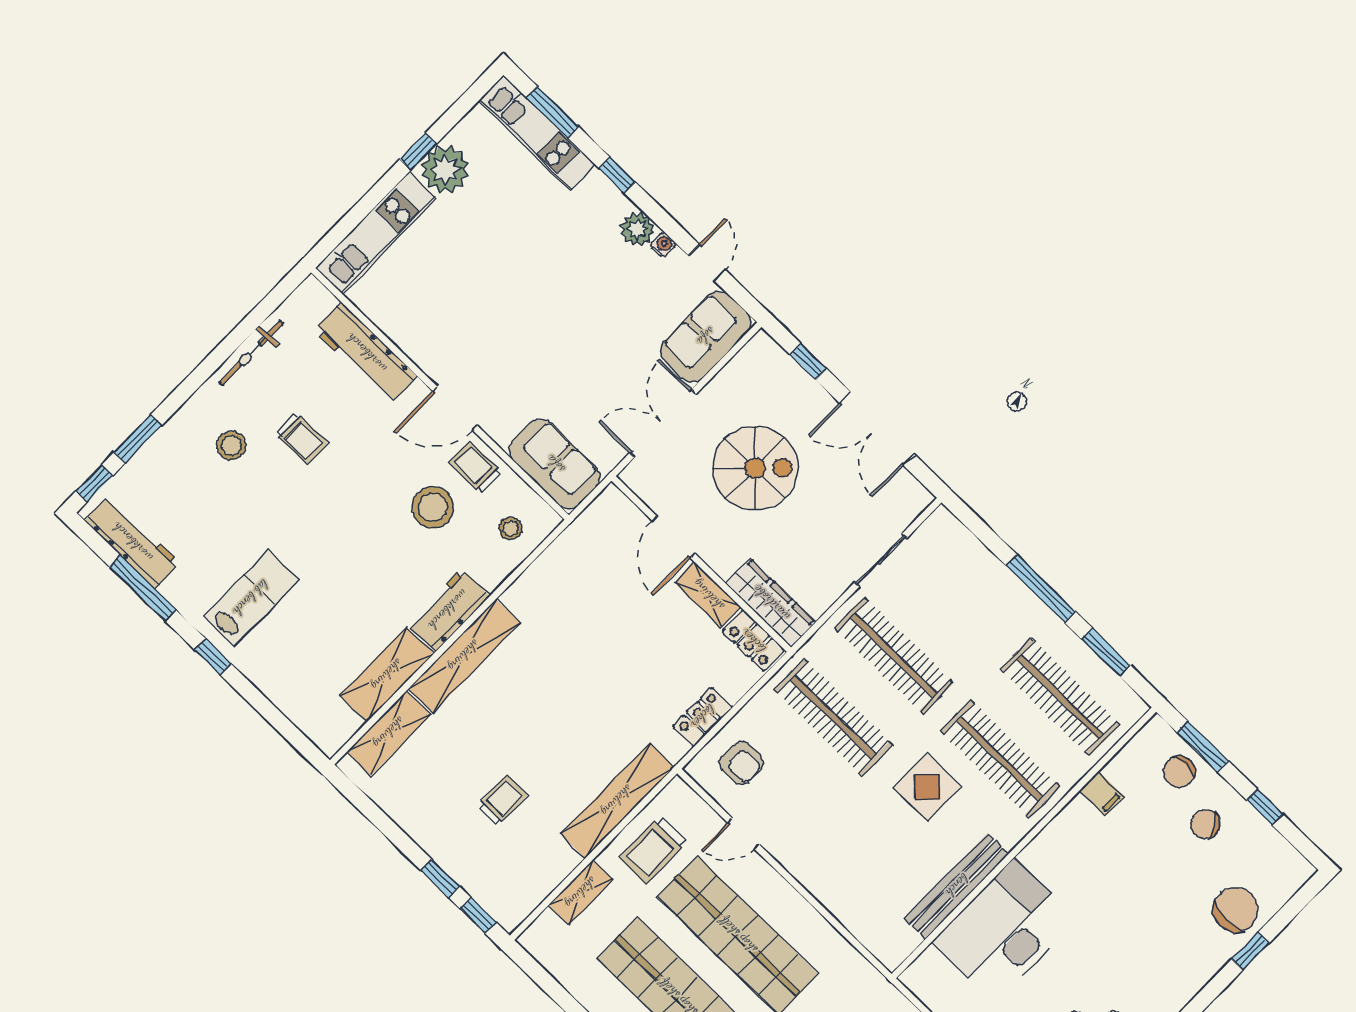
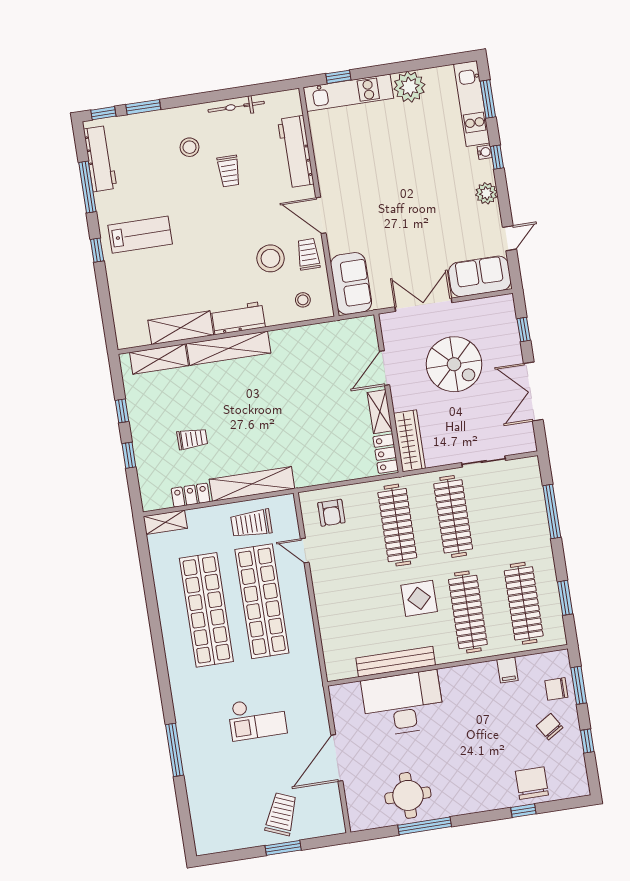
window: (418, 152) -> (338, 77), moved
water cooler: (663, 245) -> (485, 152), moved
window: (1041, 589) -> (552, 511), moved
locker: (703, 717) -> (191, 495), moved
shelving: (581, 893) -> (165, 522), moved
chair: (1236, 910) -> (532, 783), turned -90
window: (478, 915) -> (122, 411), moved

